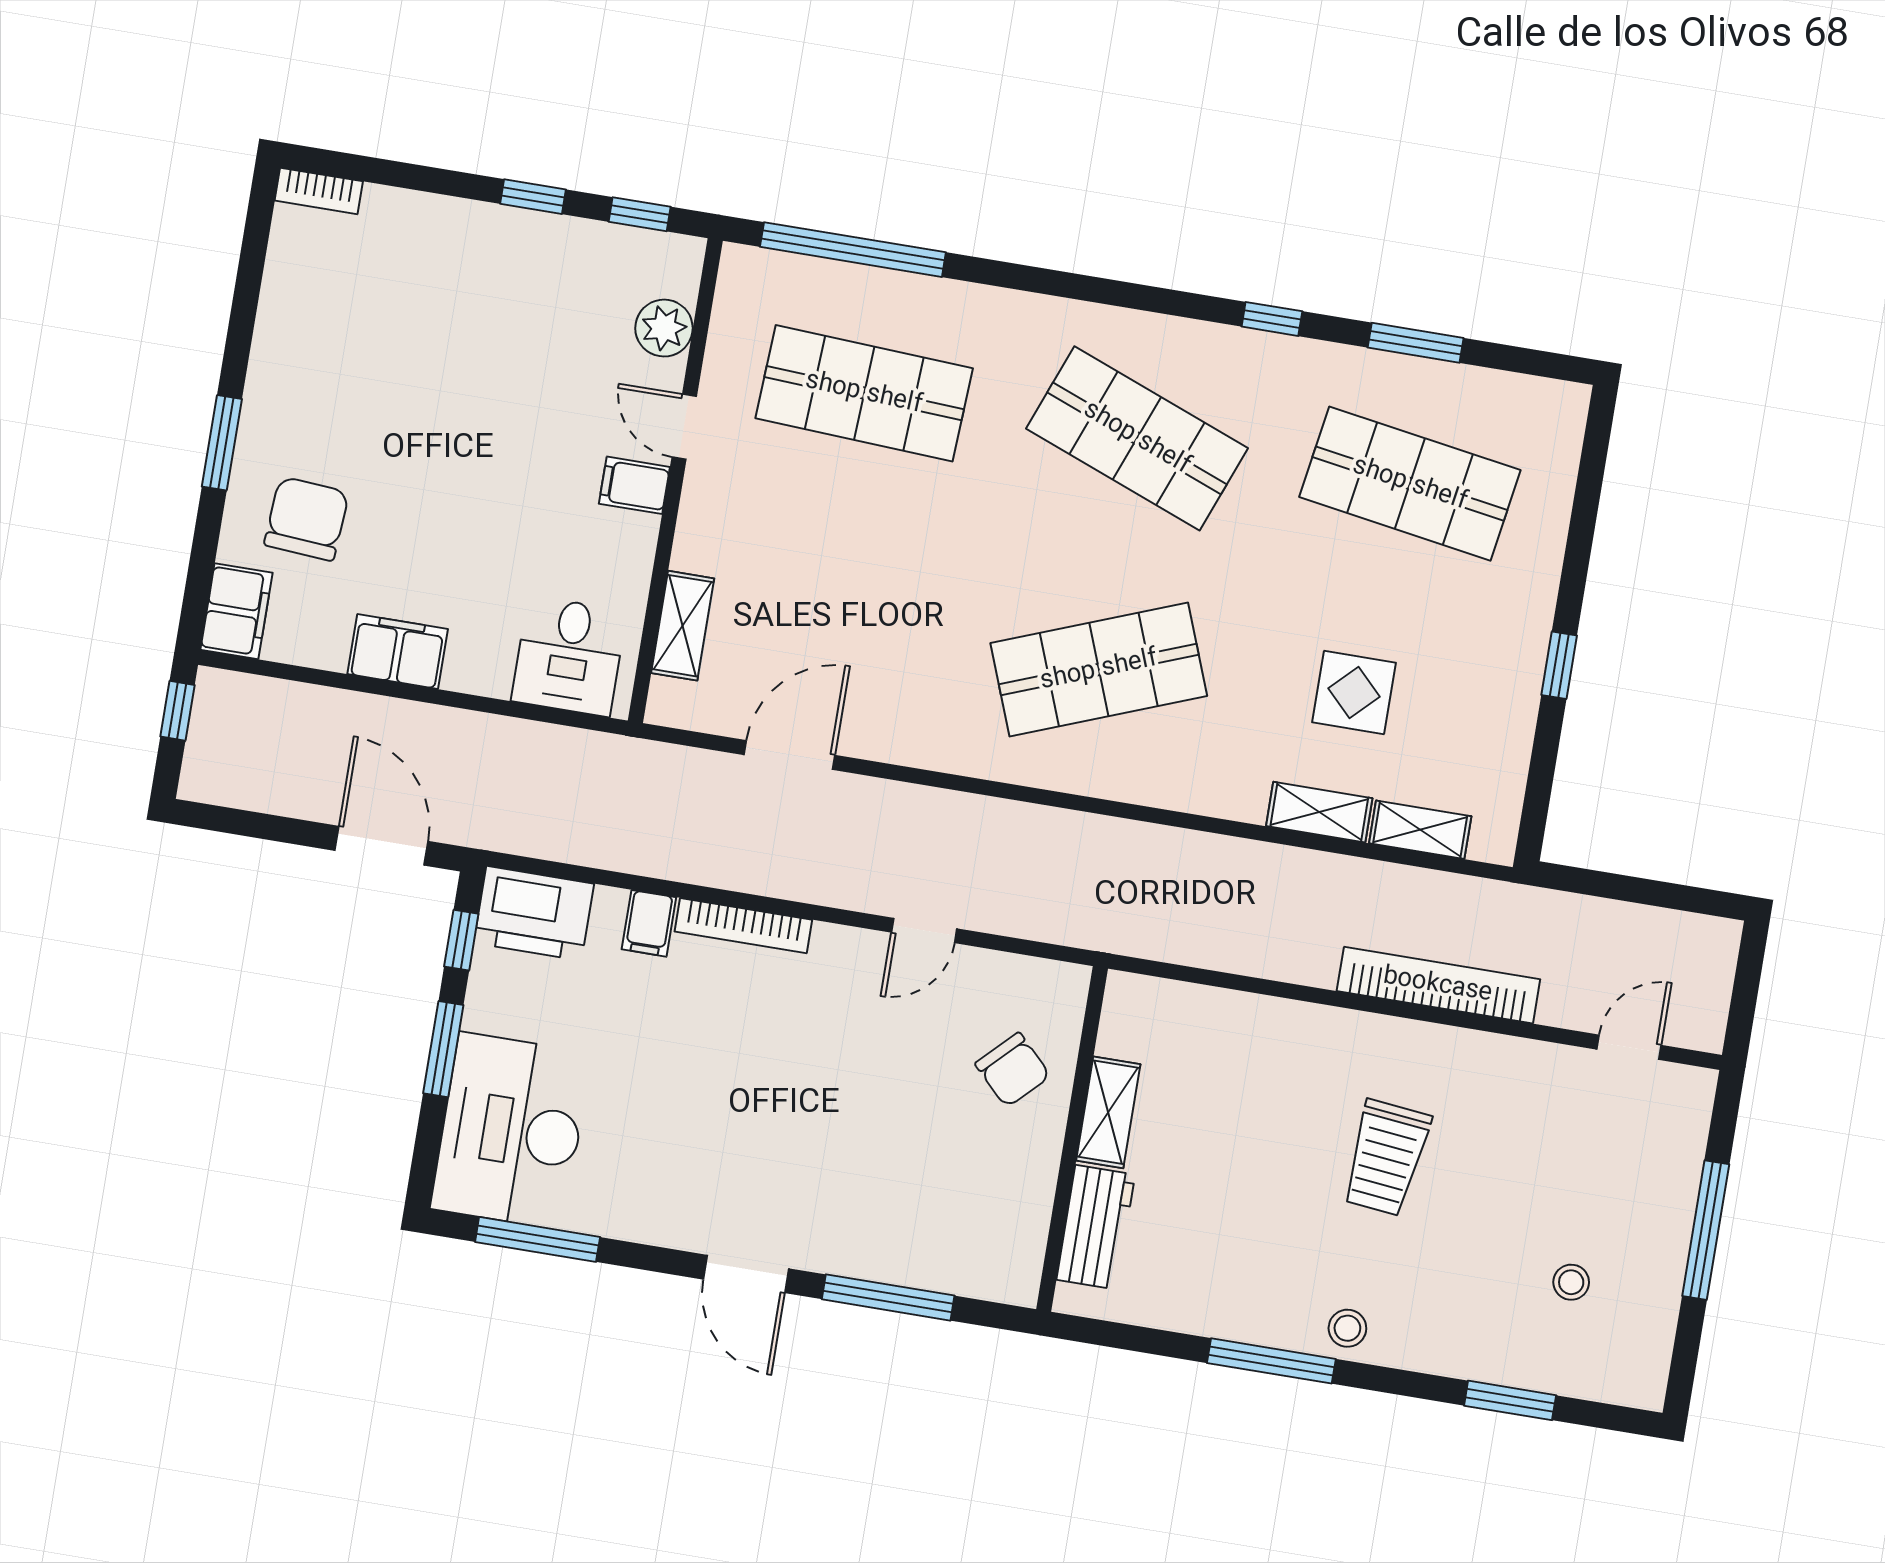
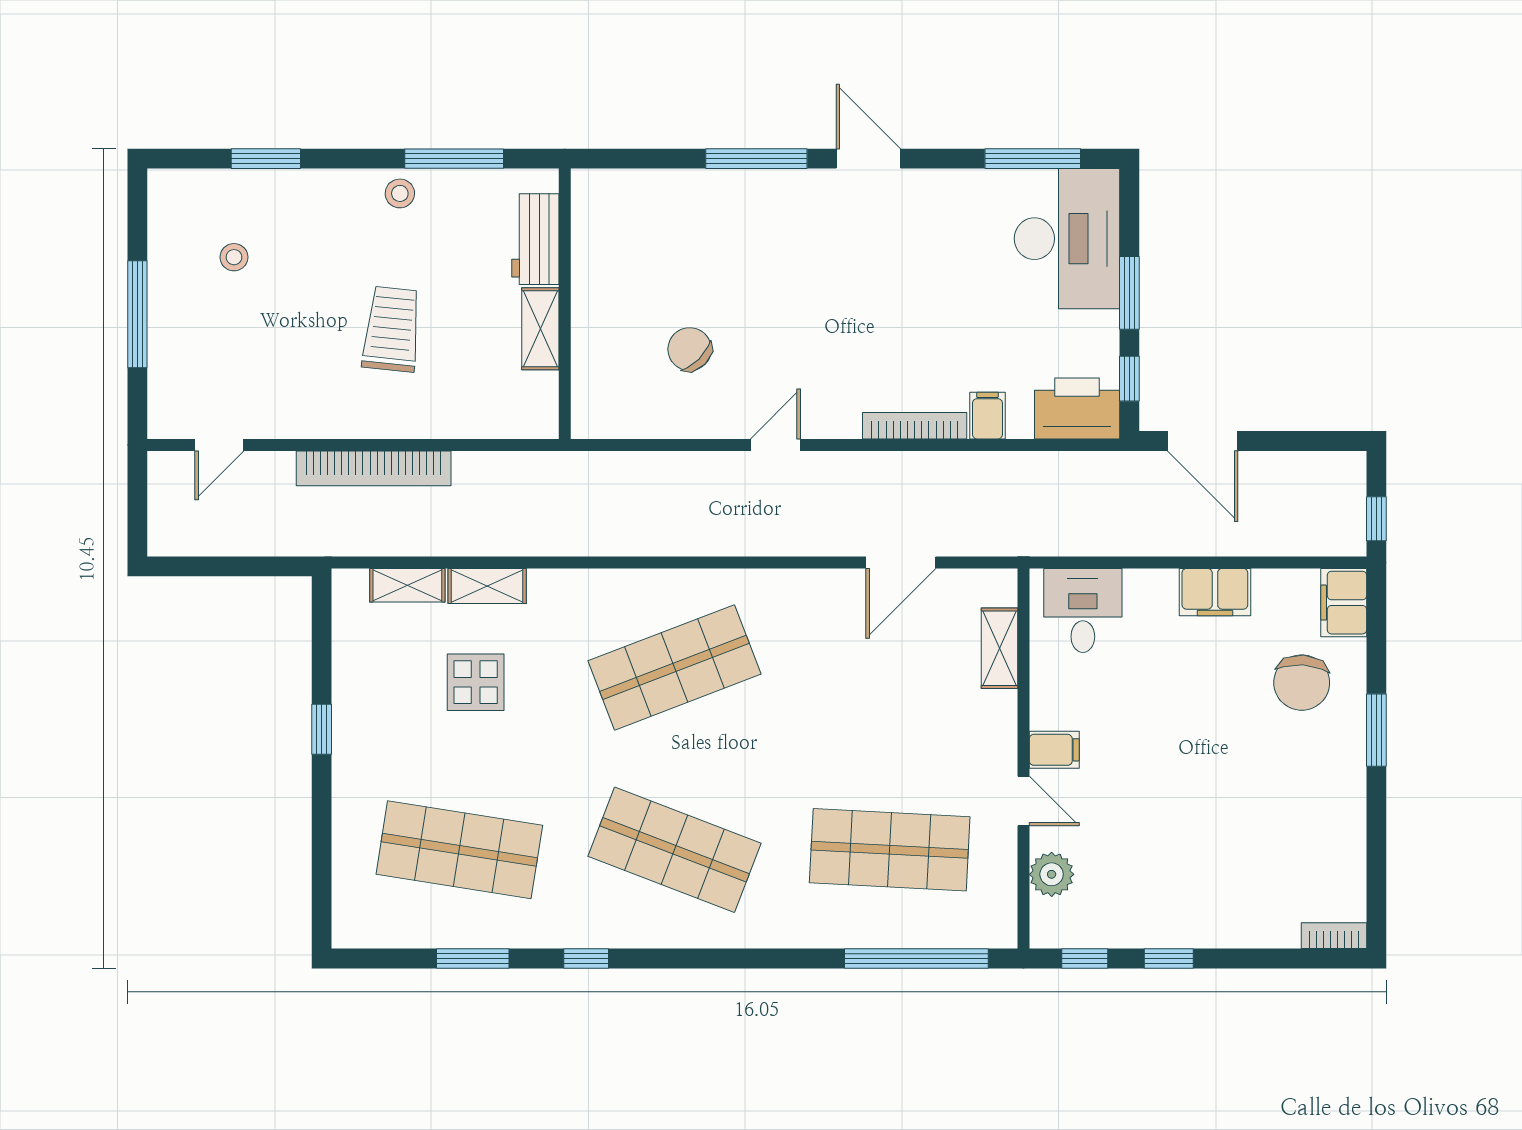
shelving: (1108, 1112) -> (540, 329), moved
wall: (1072, 1139) -> (565, 304), moved
workbench: (1096, 1227) -> (535, 239), moved

